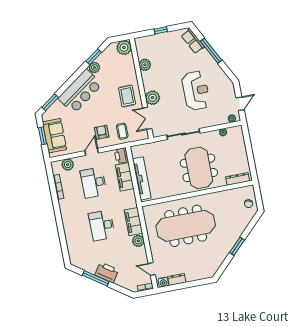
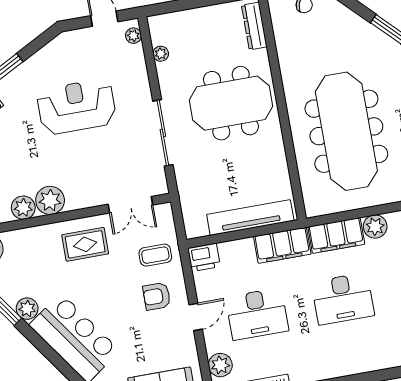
plant: (153, 98) -> (50, 200), moved
door: (92, 152) -> (196, 317), swing flipped
filing cabinet: (125, 177) -> (282, 245), moved

